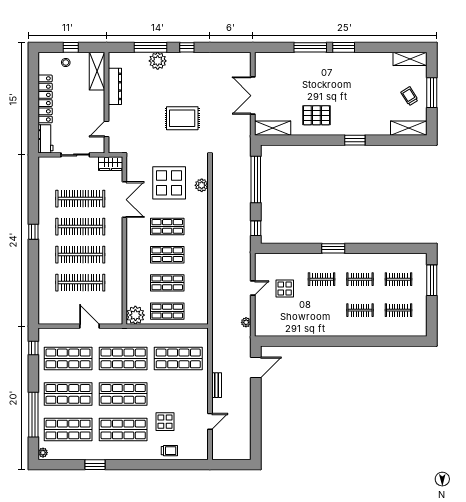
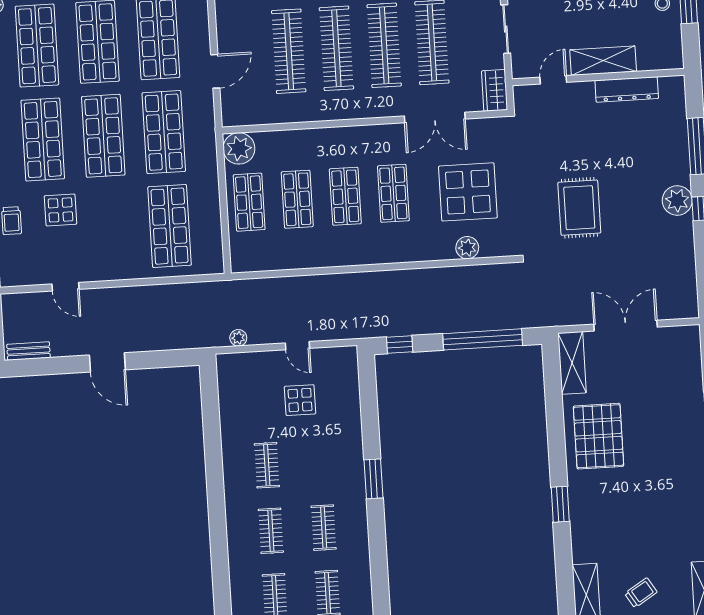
plant: (158, 61) -> (677, 200), moved
shelving: (97, 71) -> (603, 61), moved
pallet: (316, 115) -> (599, 436), width x1.37, depth x1.41
door: (107, 129) -> (553, 80), hinge flipped
clothes rail: (322, 279) -> (267, 465), moved
door: (256, 368) -> (107, 362), moved
bench: (217, 385) -> (28, 351), moved

